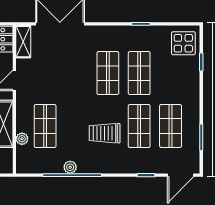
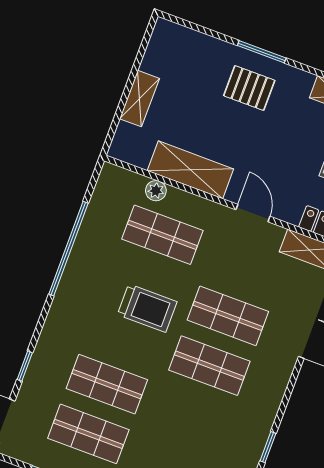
shop shelf: (139, 73) -> (228, 316), moved
trolley: (105, 133) -> (147, 308), moved, turned 90
plant: (70, 167) -> (82, 250), removed

